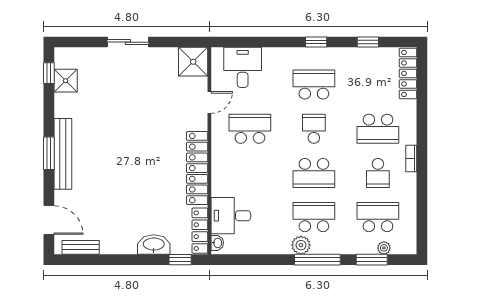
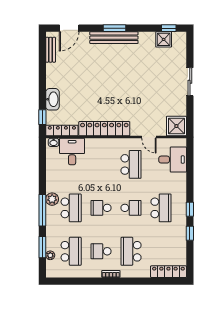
window: (368, 42) -> (190, 233), moved
school desk: (314, 173) -> (101, 208), width x0.54

